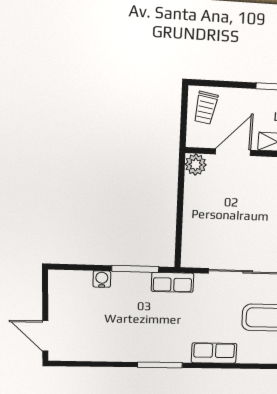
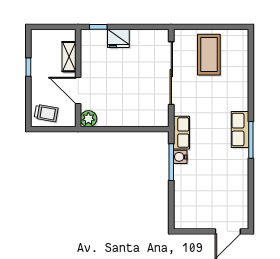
water cooler: (102, 279) -> (180, 157), moved
row of seats: (214, 353) -> (240, 130), moved

